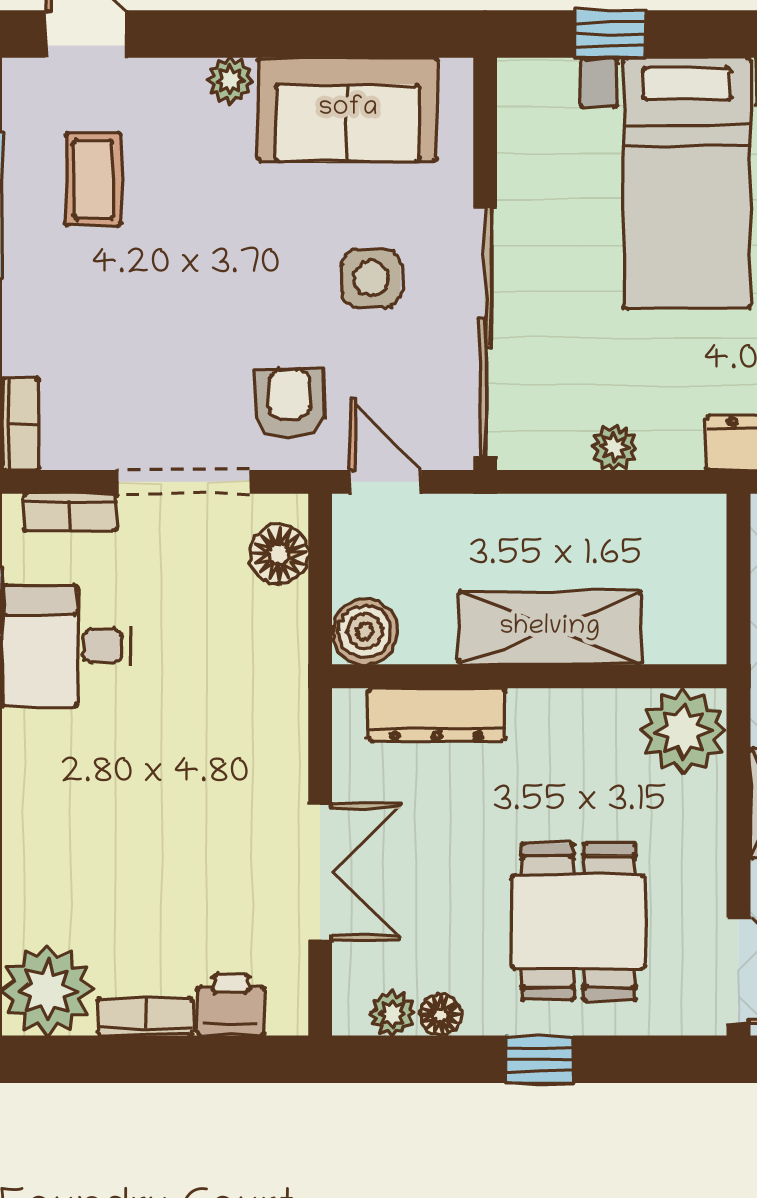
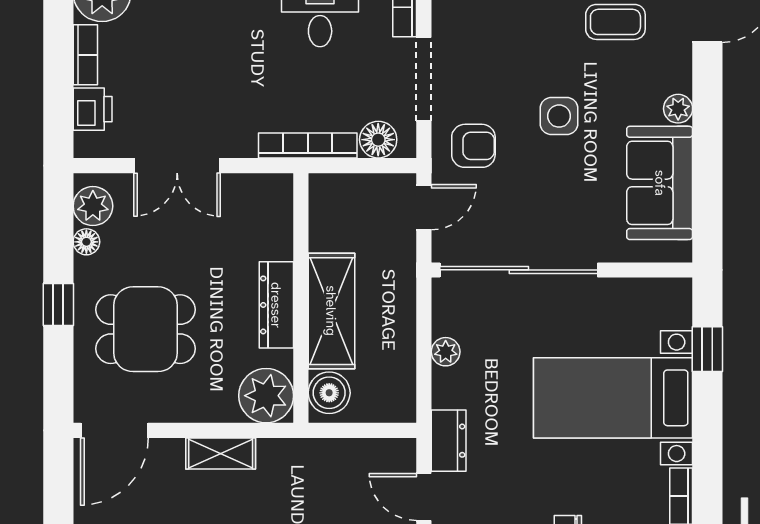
side table: (371, 278) -> (559, 116), moved
boiler: (365, 632) -> (329, 393), moved
bookcase: (289, 665) -> (308, 146), added
dresser: (437, 715) -> (276, 305), moved
plant: (393, 1013) -> (93, 206), width x1.38, depth x1.38

